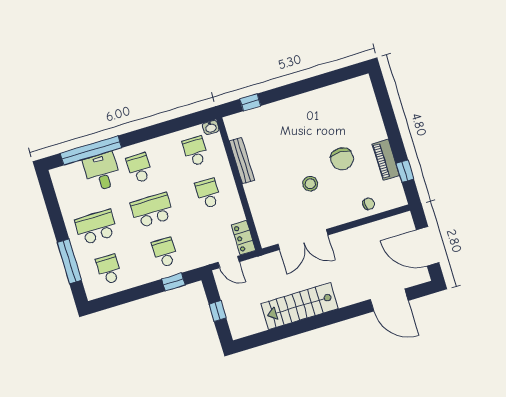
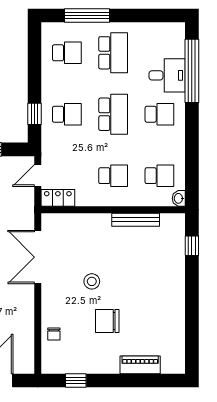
piano: (386, 160) -> (140, 365), moved

